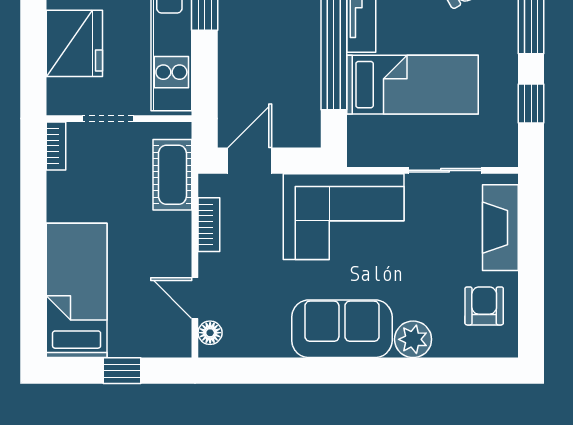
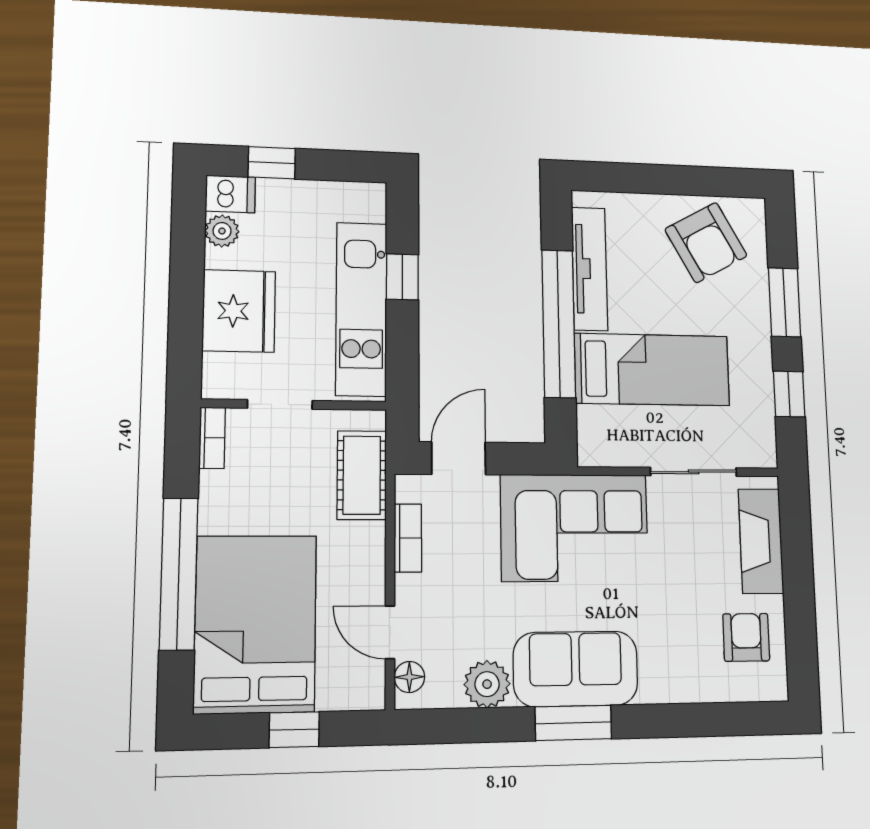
window: (33, 252) -> (179, 574), added
bed: (77, 290) -> (255, 624), width x1.50
plant: (413, 339) -> (487, 684), moved
window: (339, 371) -> (573, 723), added

